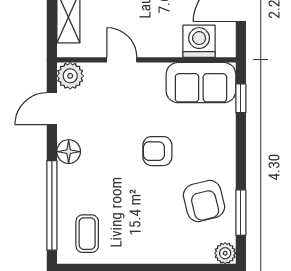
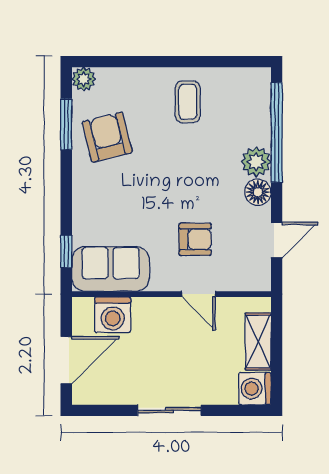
plant: (70, 76) -> (256, 162), moved
armchair: (157, 151) -> (195, 239), moved
coffee table: (87, 234) -> (188, 102), moved

